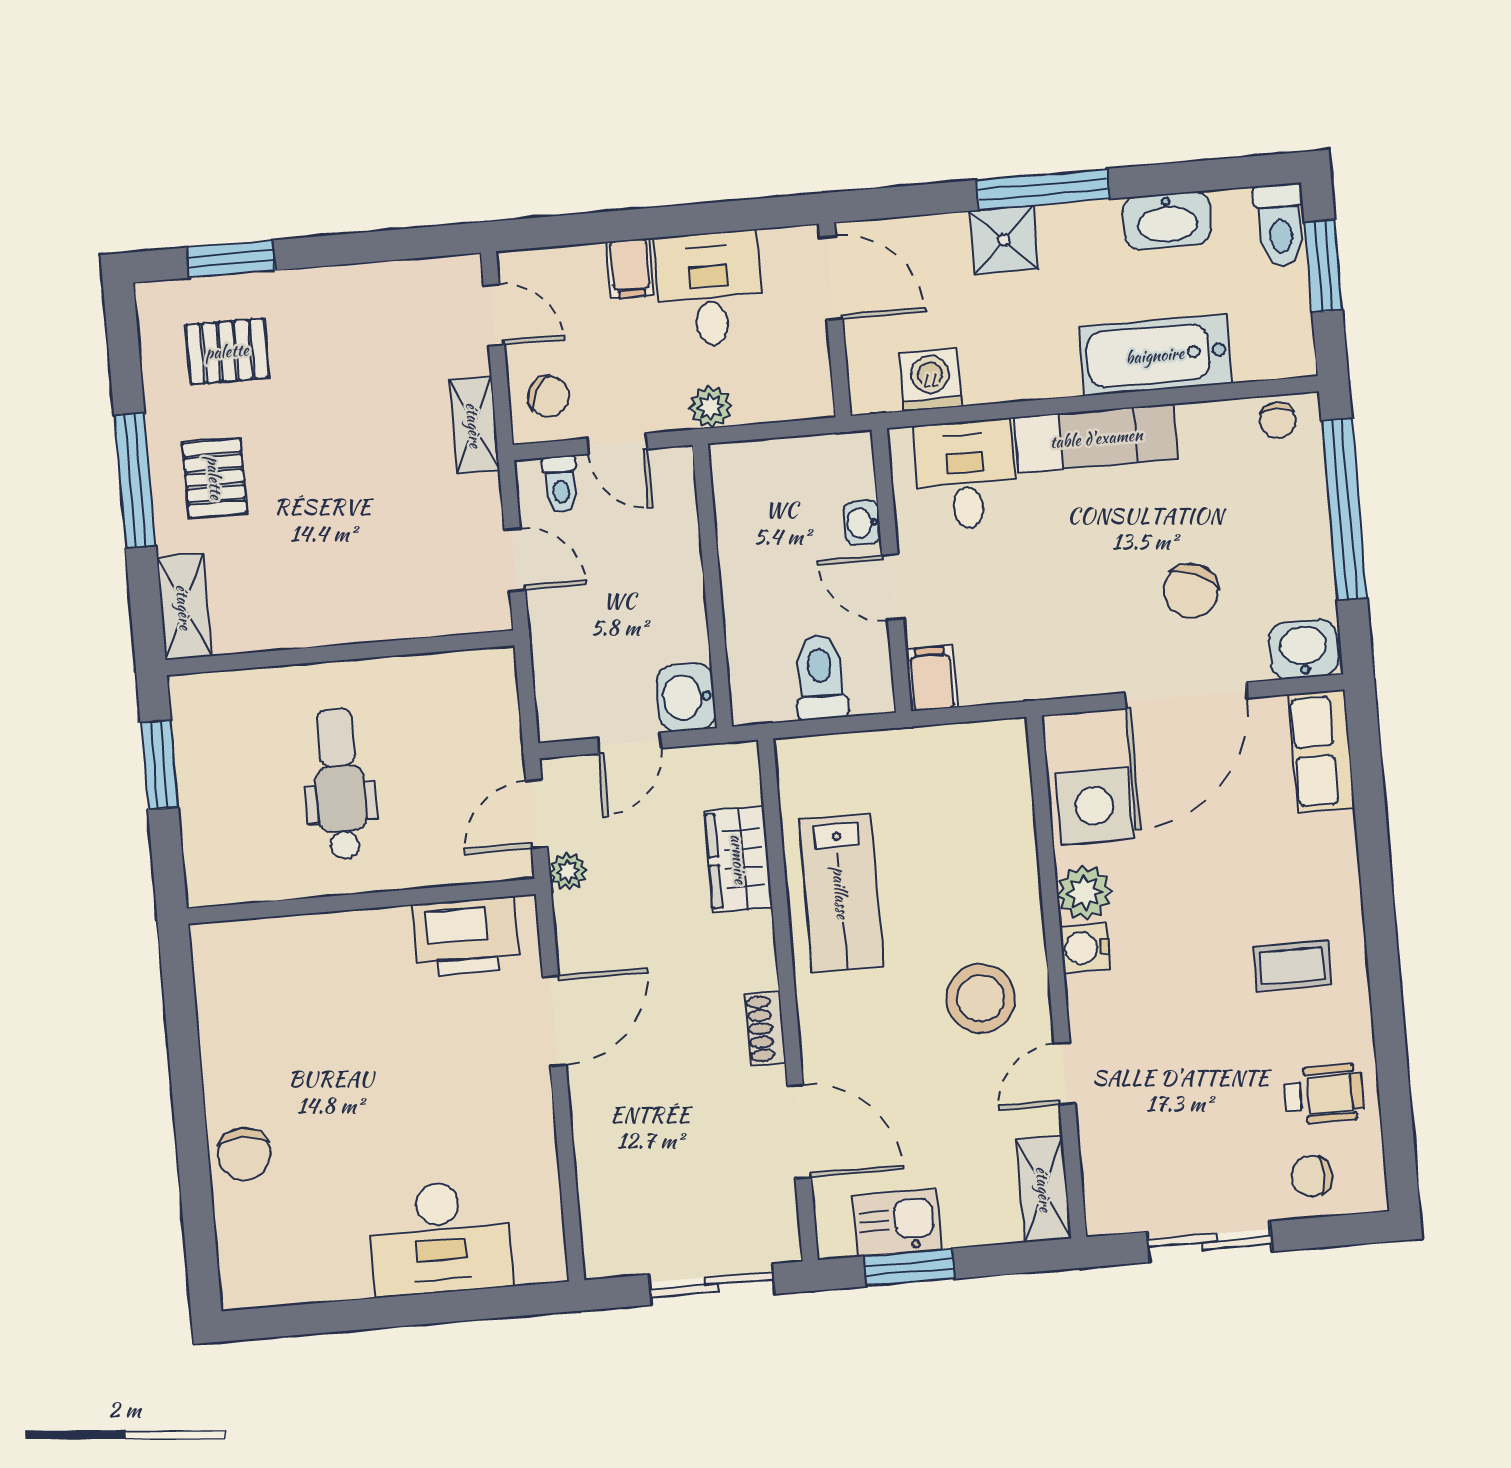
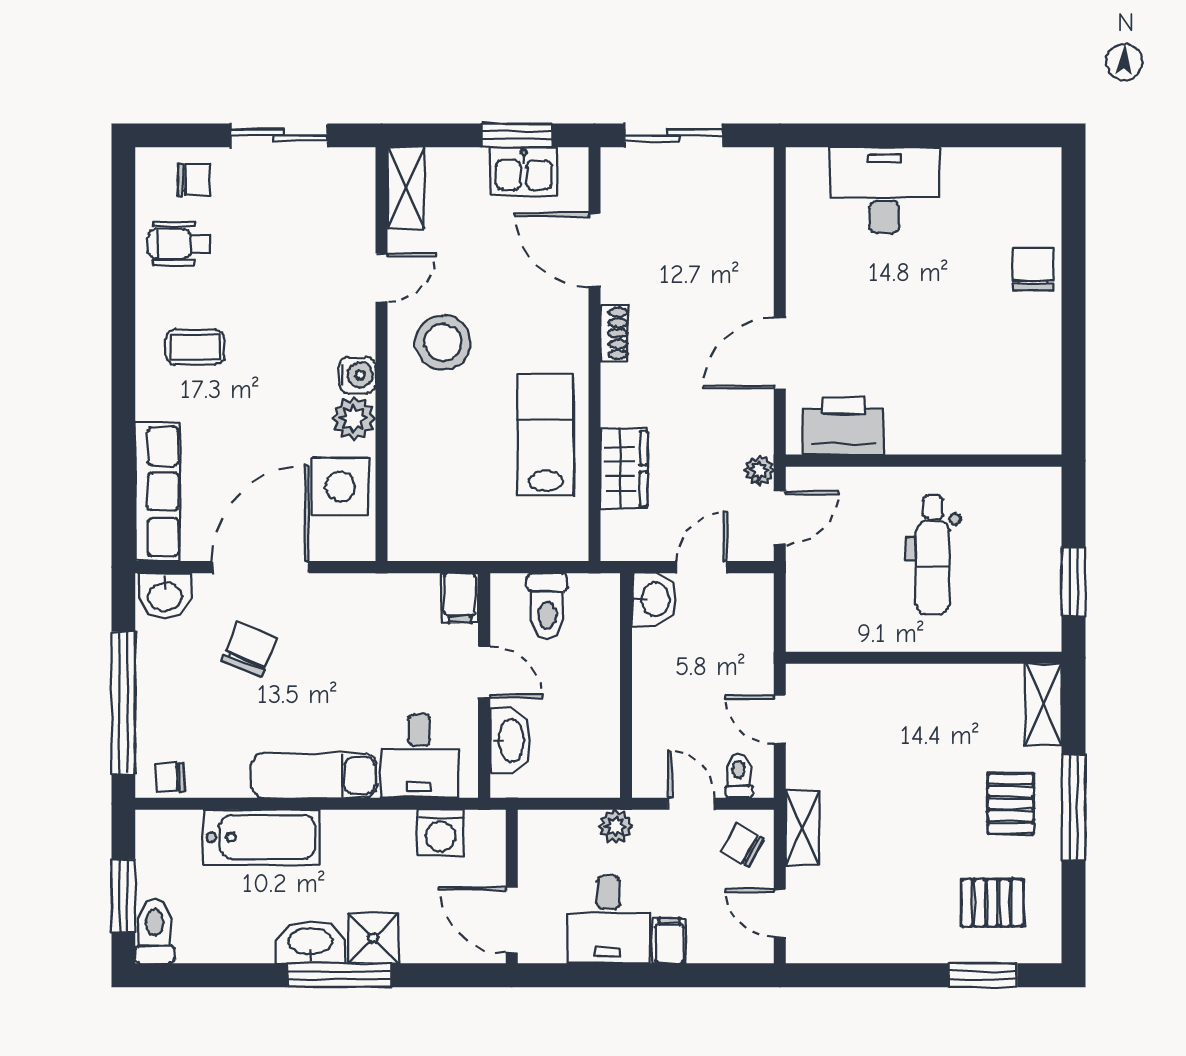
washbasin: (1167, 220) -> (310, 942), moved
chair: (1278, 420) -> (170, 778), turned -92
washbasin: (862, 523) -> (510, 741), width x1.91, depth x1.45
row of seats: (1321, 751) -> (158, 492), width x1.48

